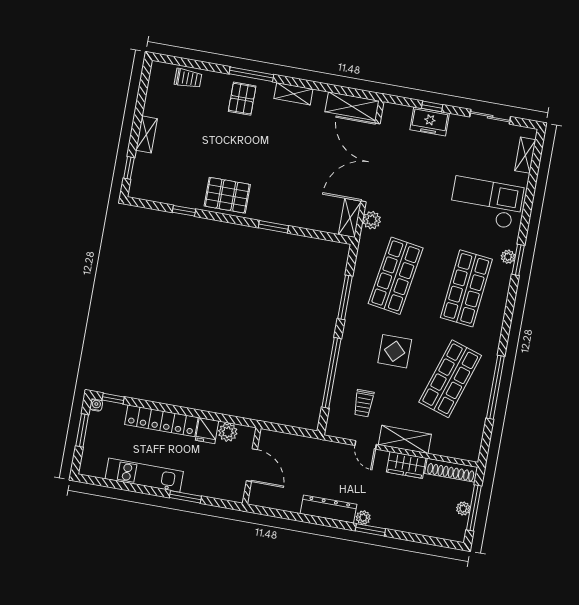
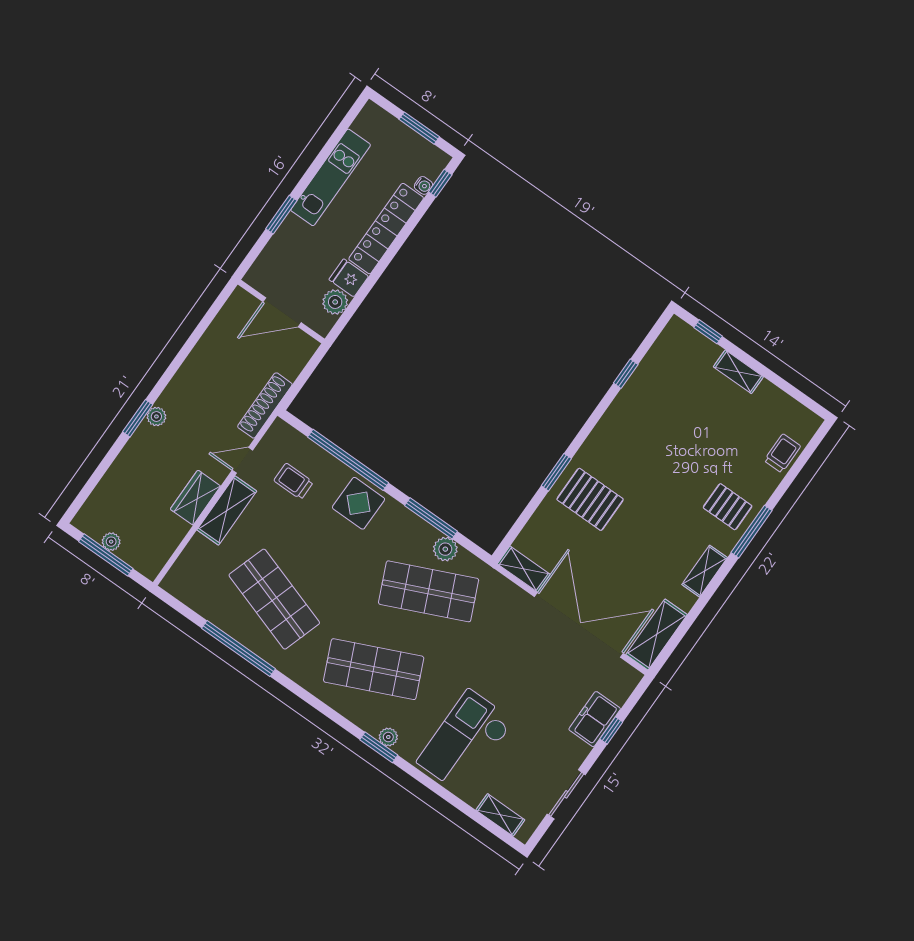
trolley: (188, 78) -> (782, 453), turned 180
pallet: (227, 195) -> (590, 499), moved, turned 90
checkout: (486, 203) -> (465, 741), turned 180
plant: (372, 220) -> (445, 549), moved
shop shelf: (396, 276) -> (429, 591), turned -33
shop shelf: (466, 288) -> (374, 669), turned -30
display table: (395, 351) -> (358, 503), moved
water cooler: (96, 405) -> (423, 185), moved
shoe rack: (451, 470) -> (265, 405), moved
dresser: (328, 509) -> (186, 380), removed

